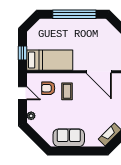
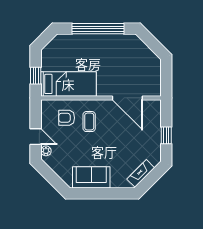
door: (22, 93) -> (36, 137), moved

